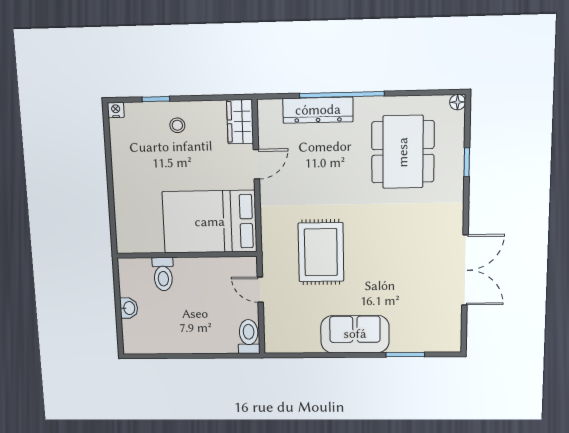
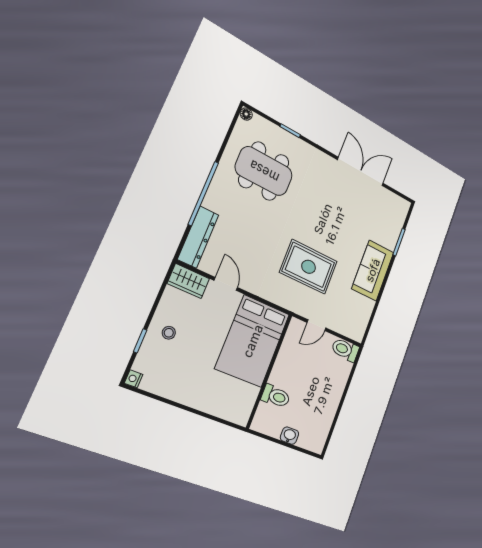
dresser: (318, 110) -> (198, 237), moved

